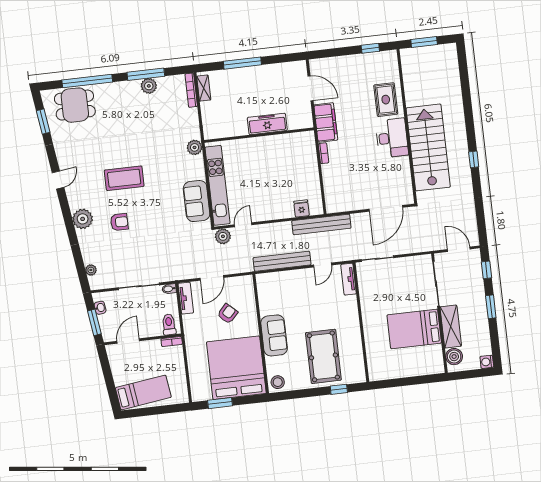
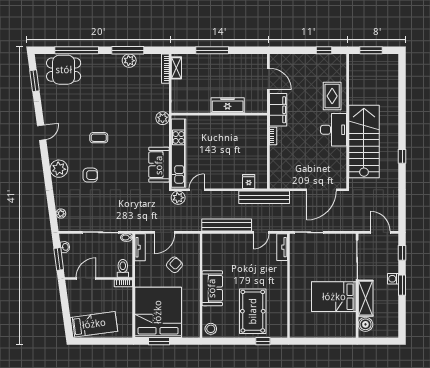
coffee table: (124, 178) -> (99, 138), width x0.54, depth x0.58
washing machine: (487, 362) -> (393, 279), moved
bed: (236, 368) -> (158, 312), moved

